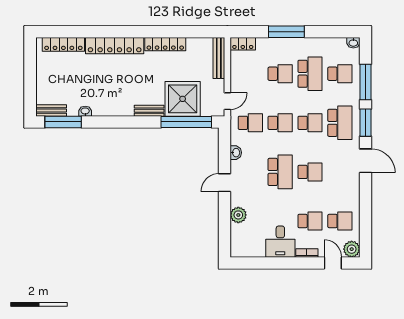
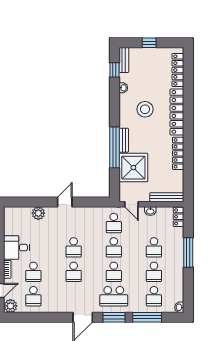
school desk: (310, 74) -> (154, 272), width x0.54
window: (30, 80) -> (149, 43), added
stool: (111, 85) -> (145, 109), added
window: (63, 122) -> (114, 70), width x0.46
window: (186, 122) -> (114, 147), moved
washbasin: (236, 153) -> (150, 211), moved
school desk: (280, 172) -> (74, 247), width x0.54
door: (225, 183) -> (65, 202), hinge flipped

